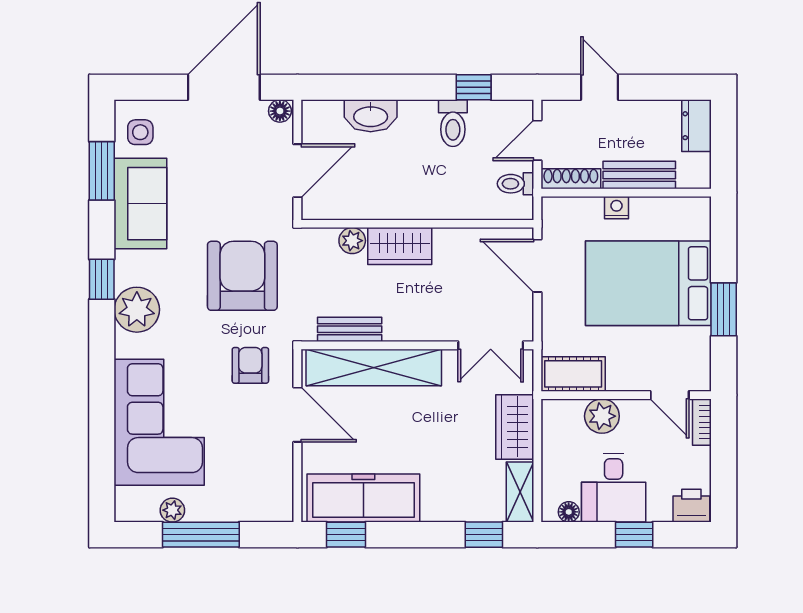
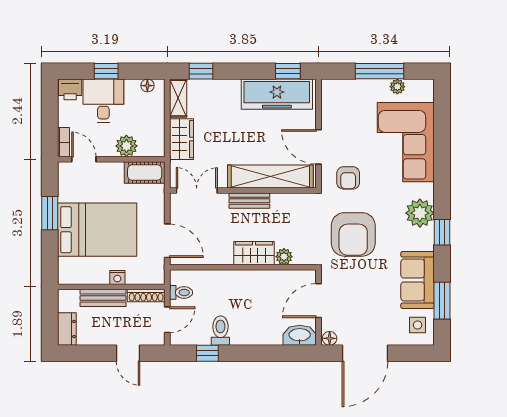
washbasin: (371, 116) -> (300, 335), moved
bench: (350, 329) -> (249, 201), moved
desk: (614, 488) -> (103, 101), moved

